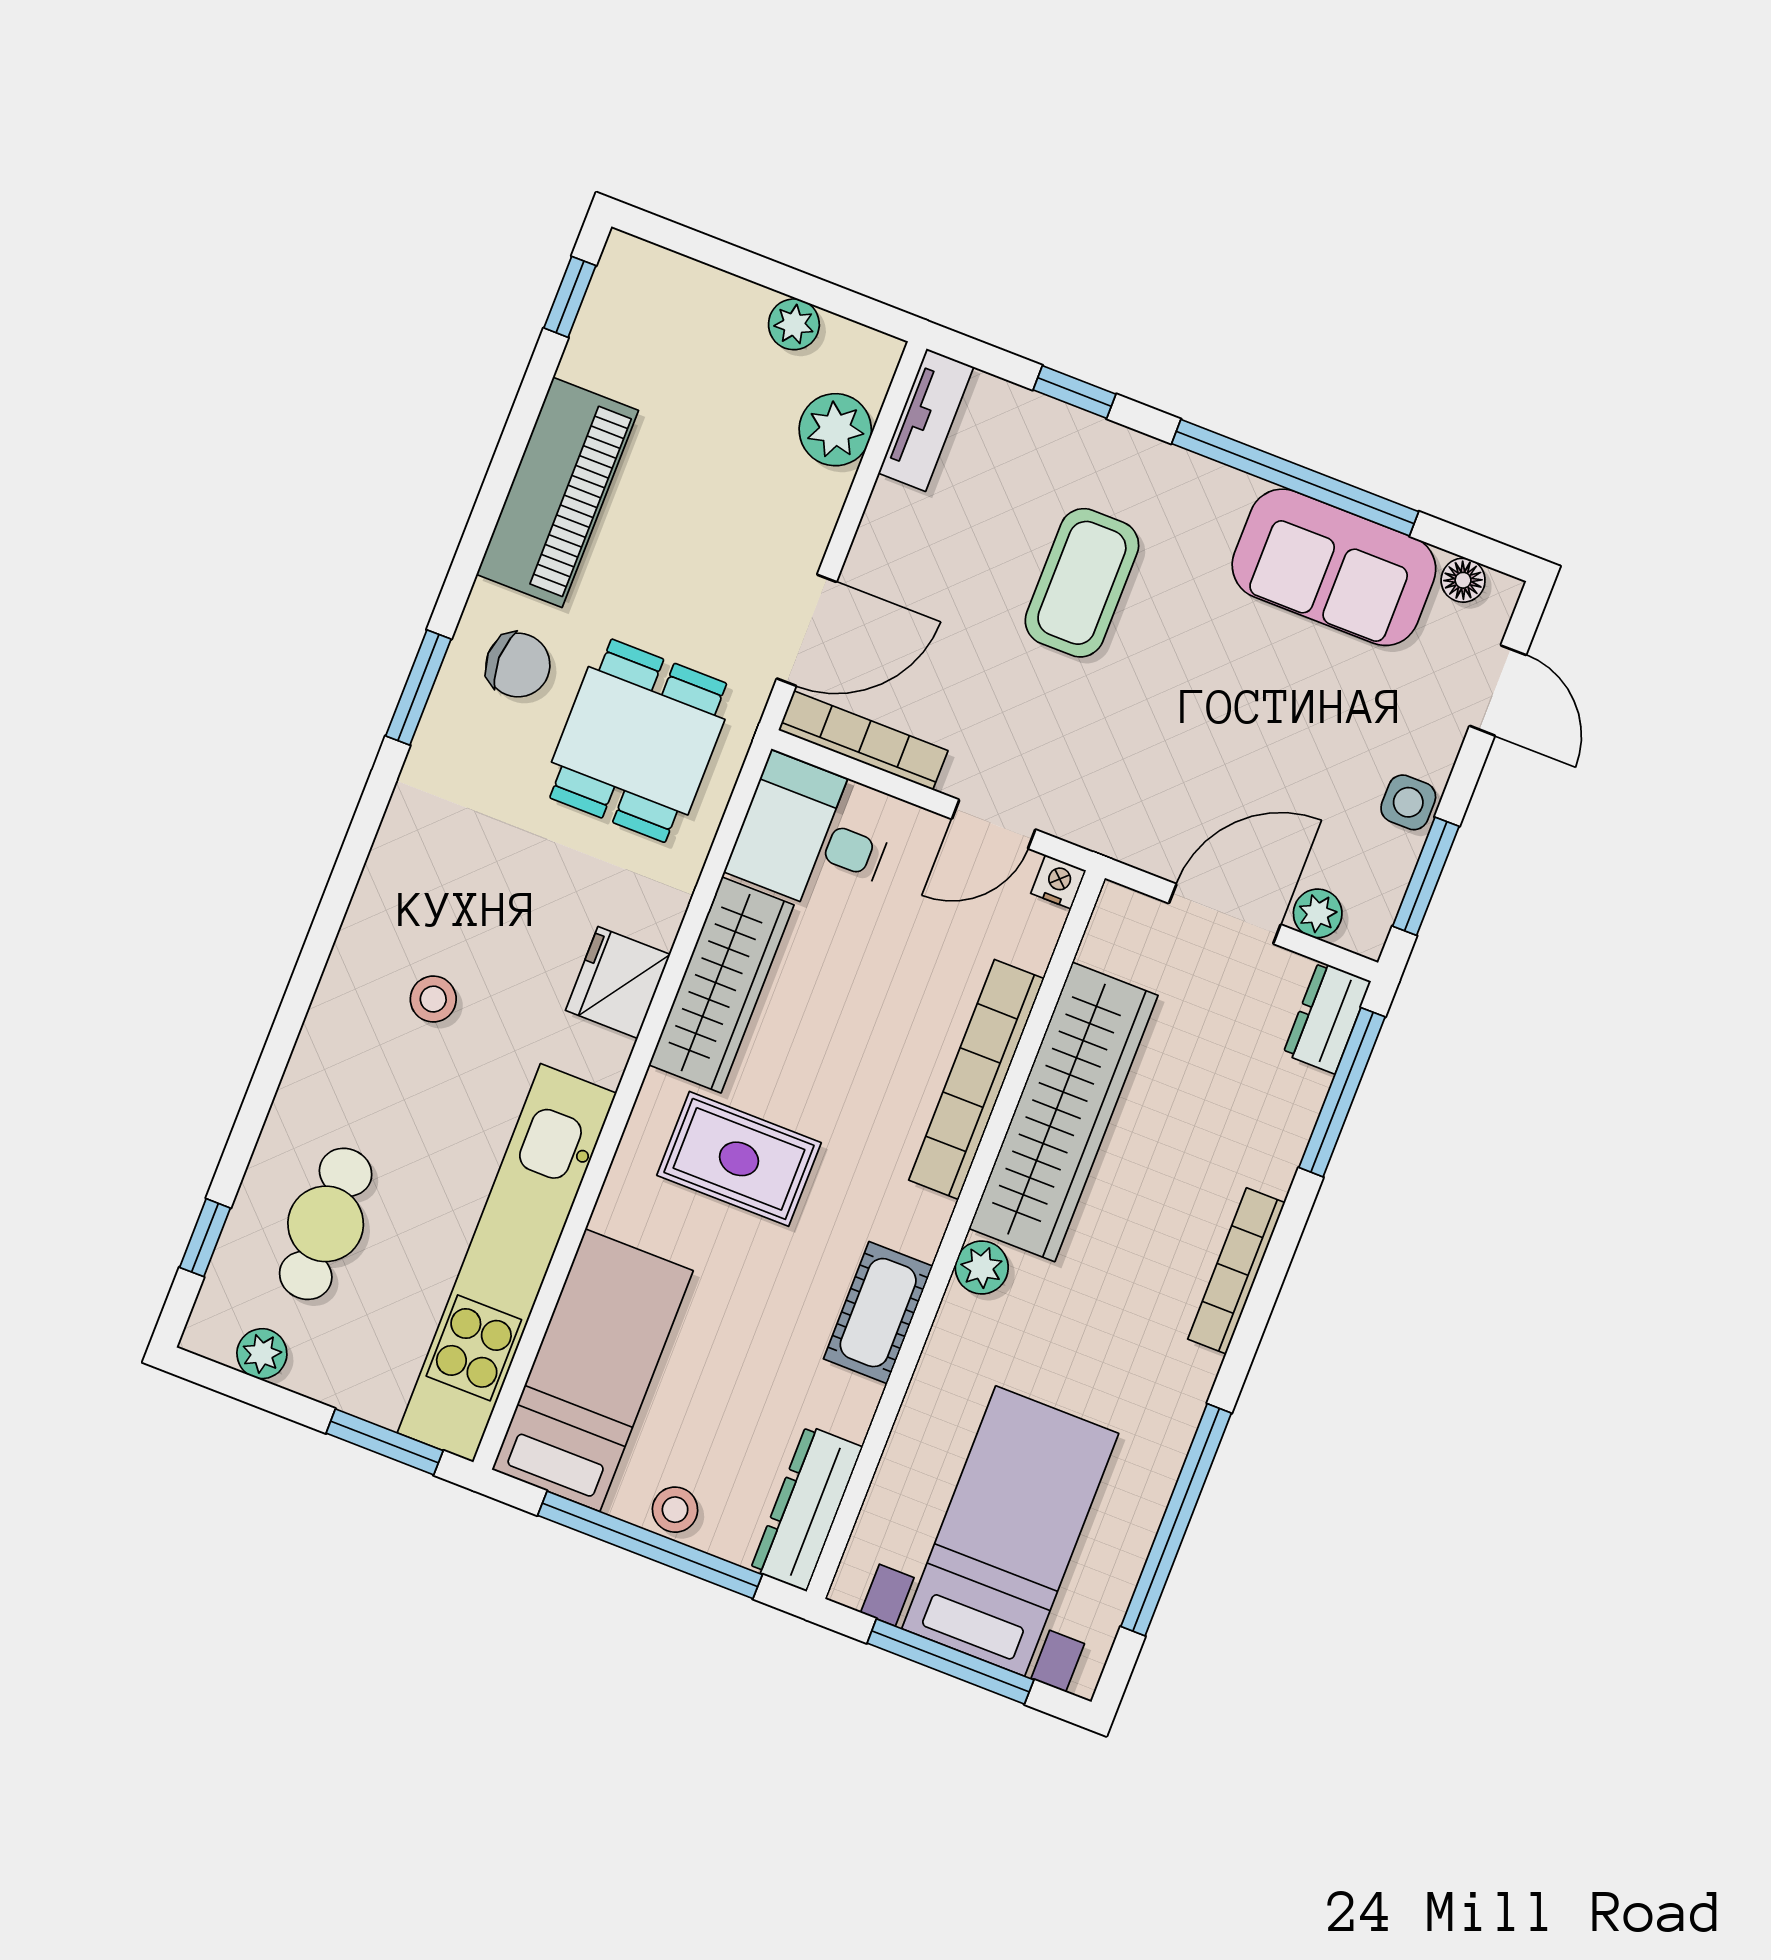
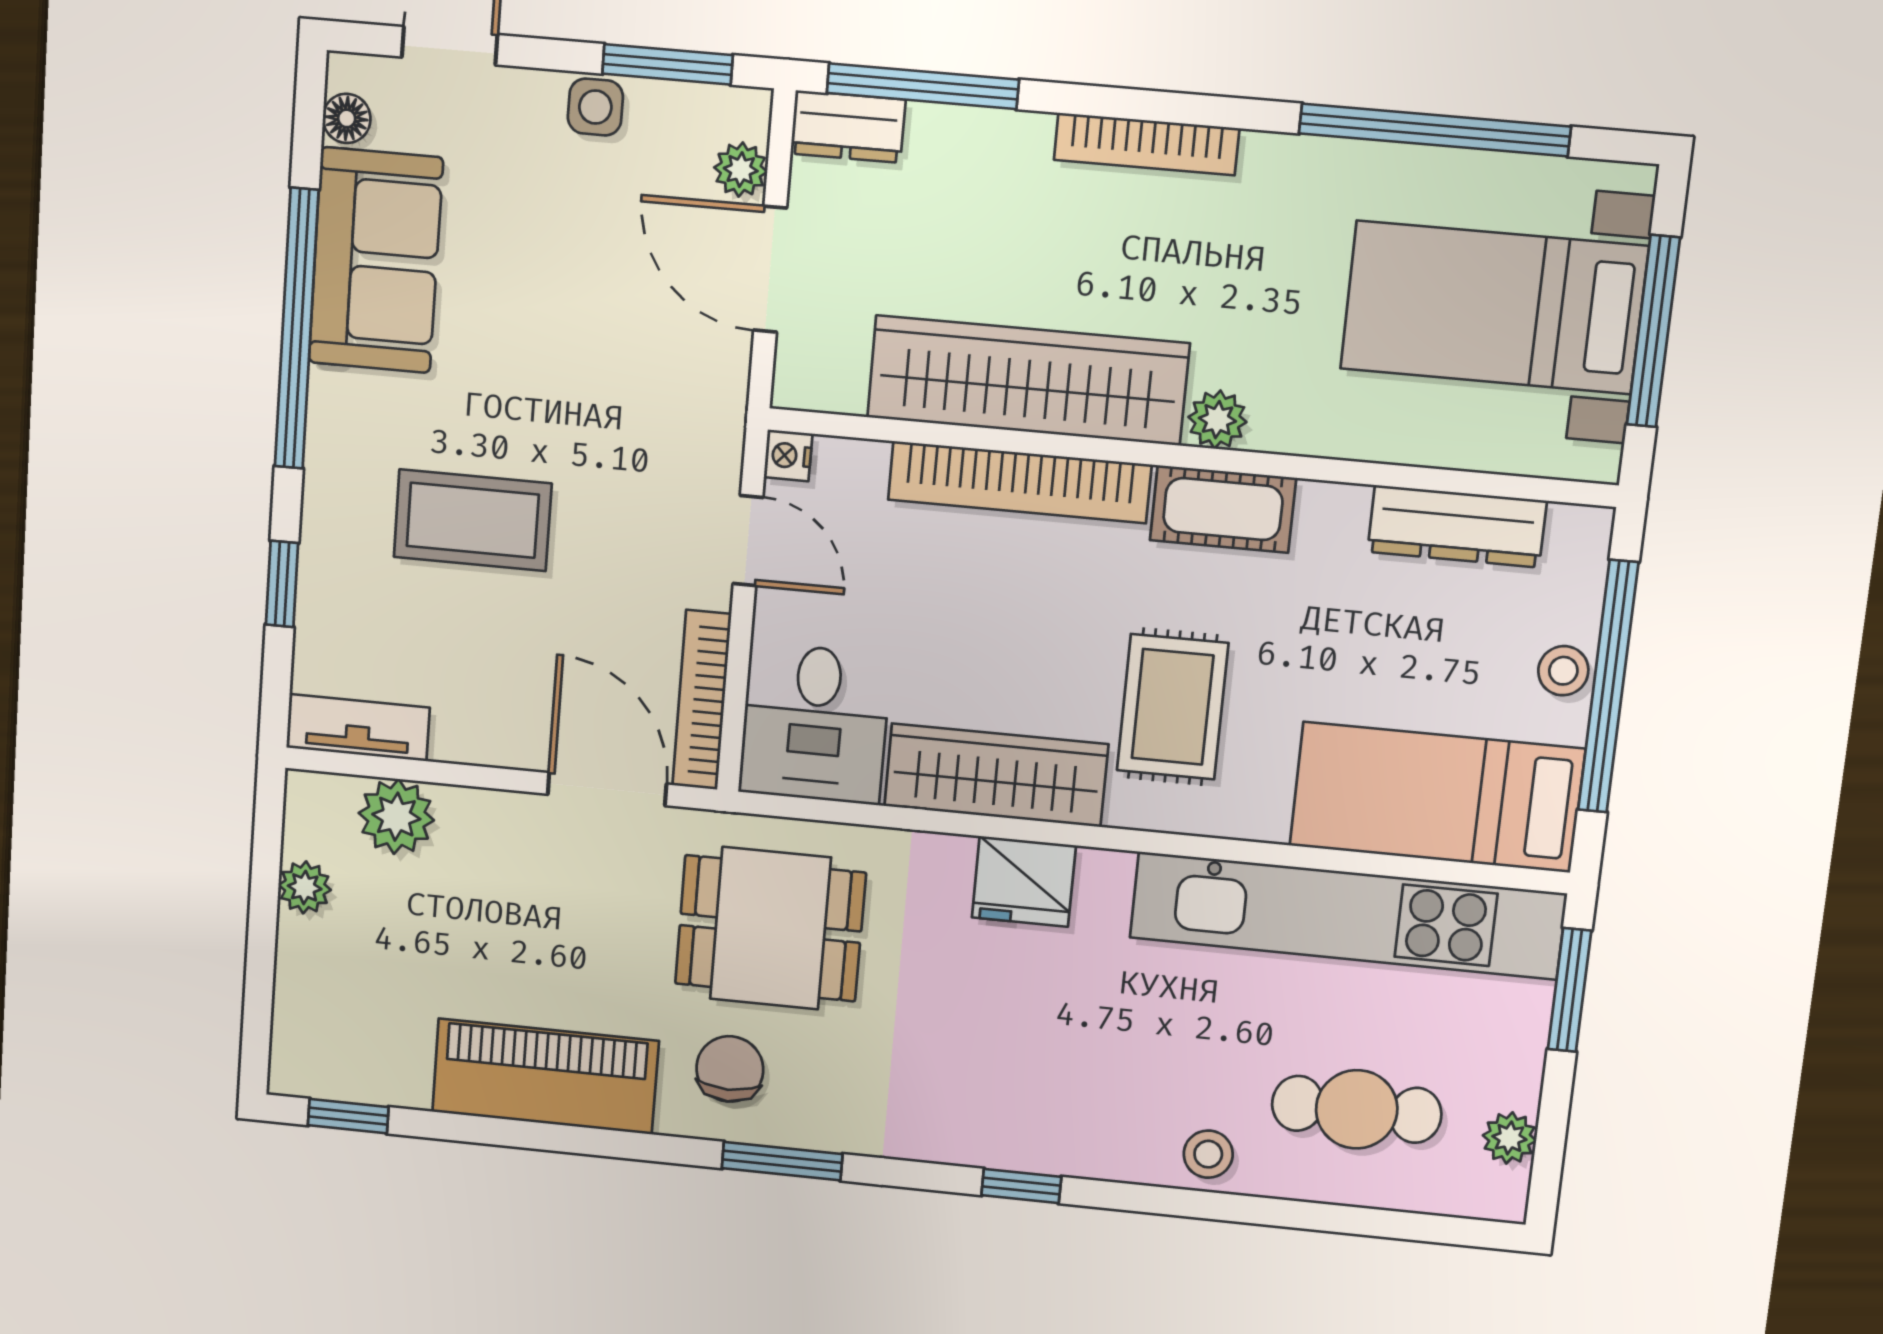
stool: (433, 999) -> (1208, 1154), moved
window: (205, 1238) -> (1021, 1186), moved
cot: (878, 1313) -> (1223, 509), moved
dresser: (806, 1508) -> (1457, 526), moved

